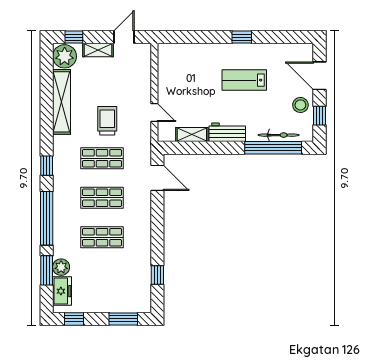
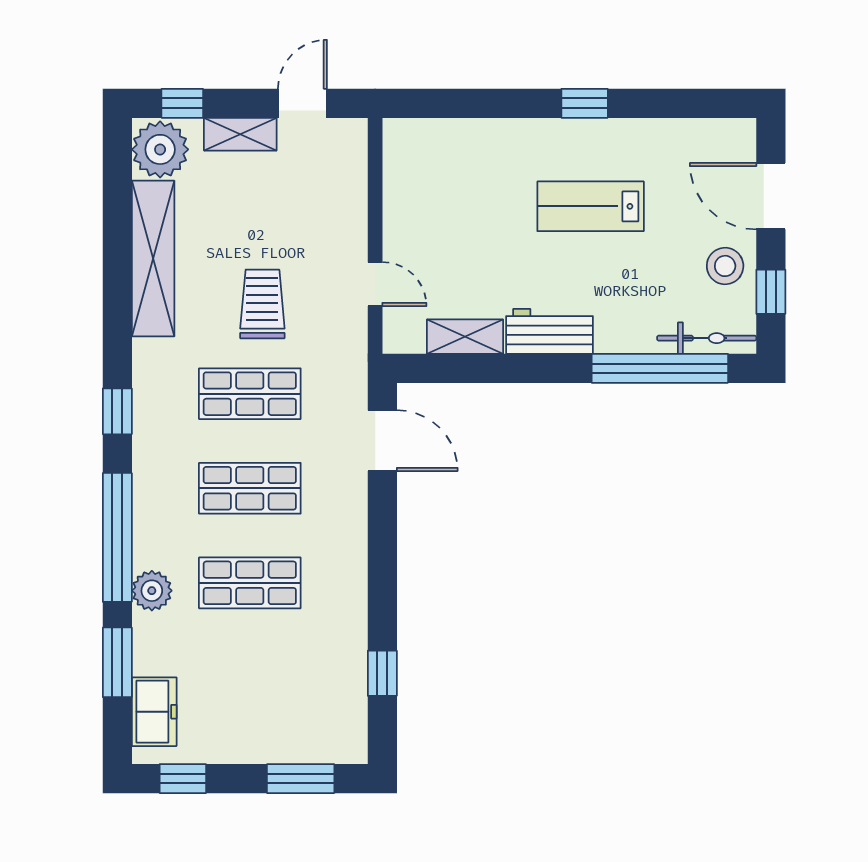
bicycle: (279, 135) -> (707, 338), moved
plant: (61, 267) -> (152, 591), moved

